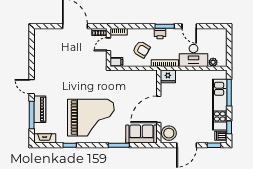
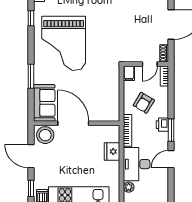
door: (109, 44) -> (150, 64), swing flipped
fridge: (168, 76) -> (112, 152), moved

